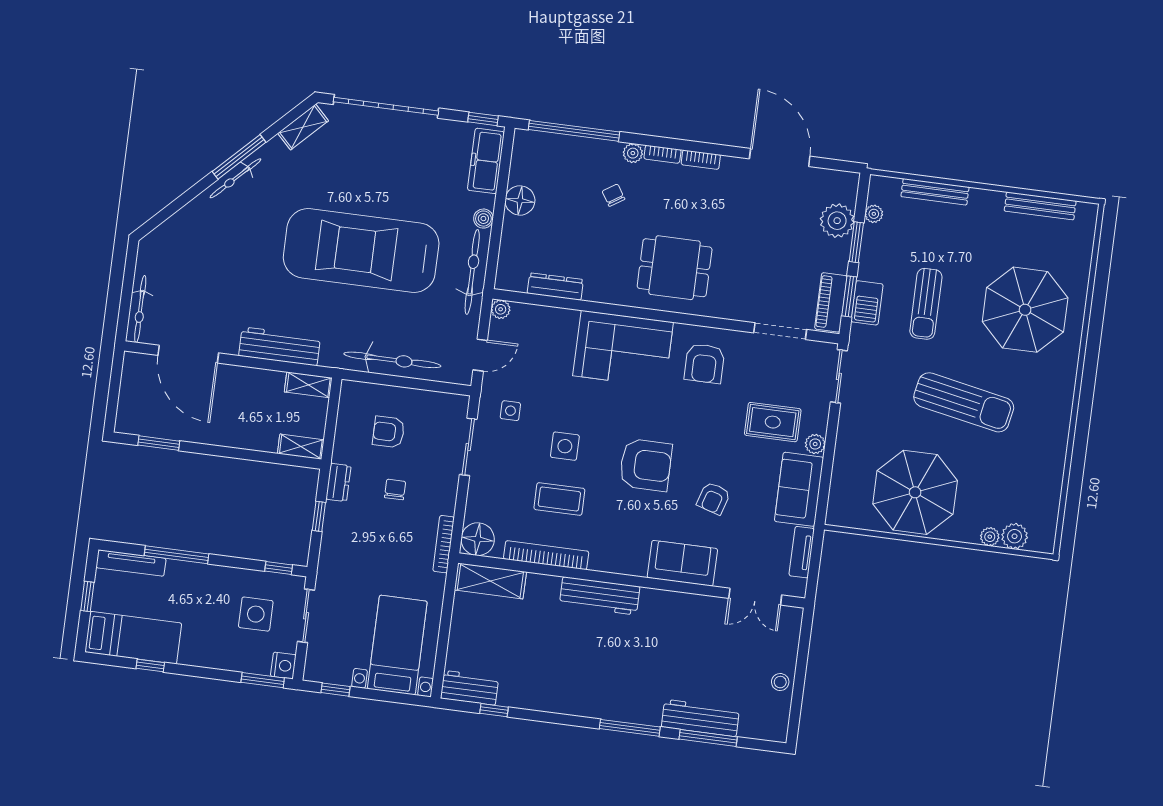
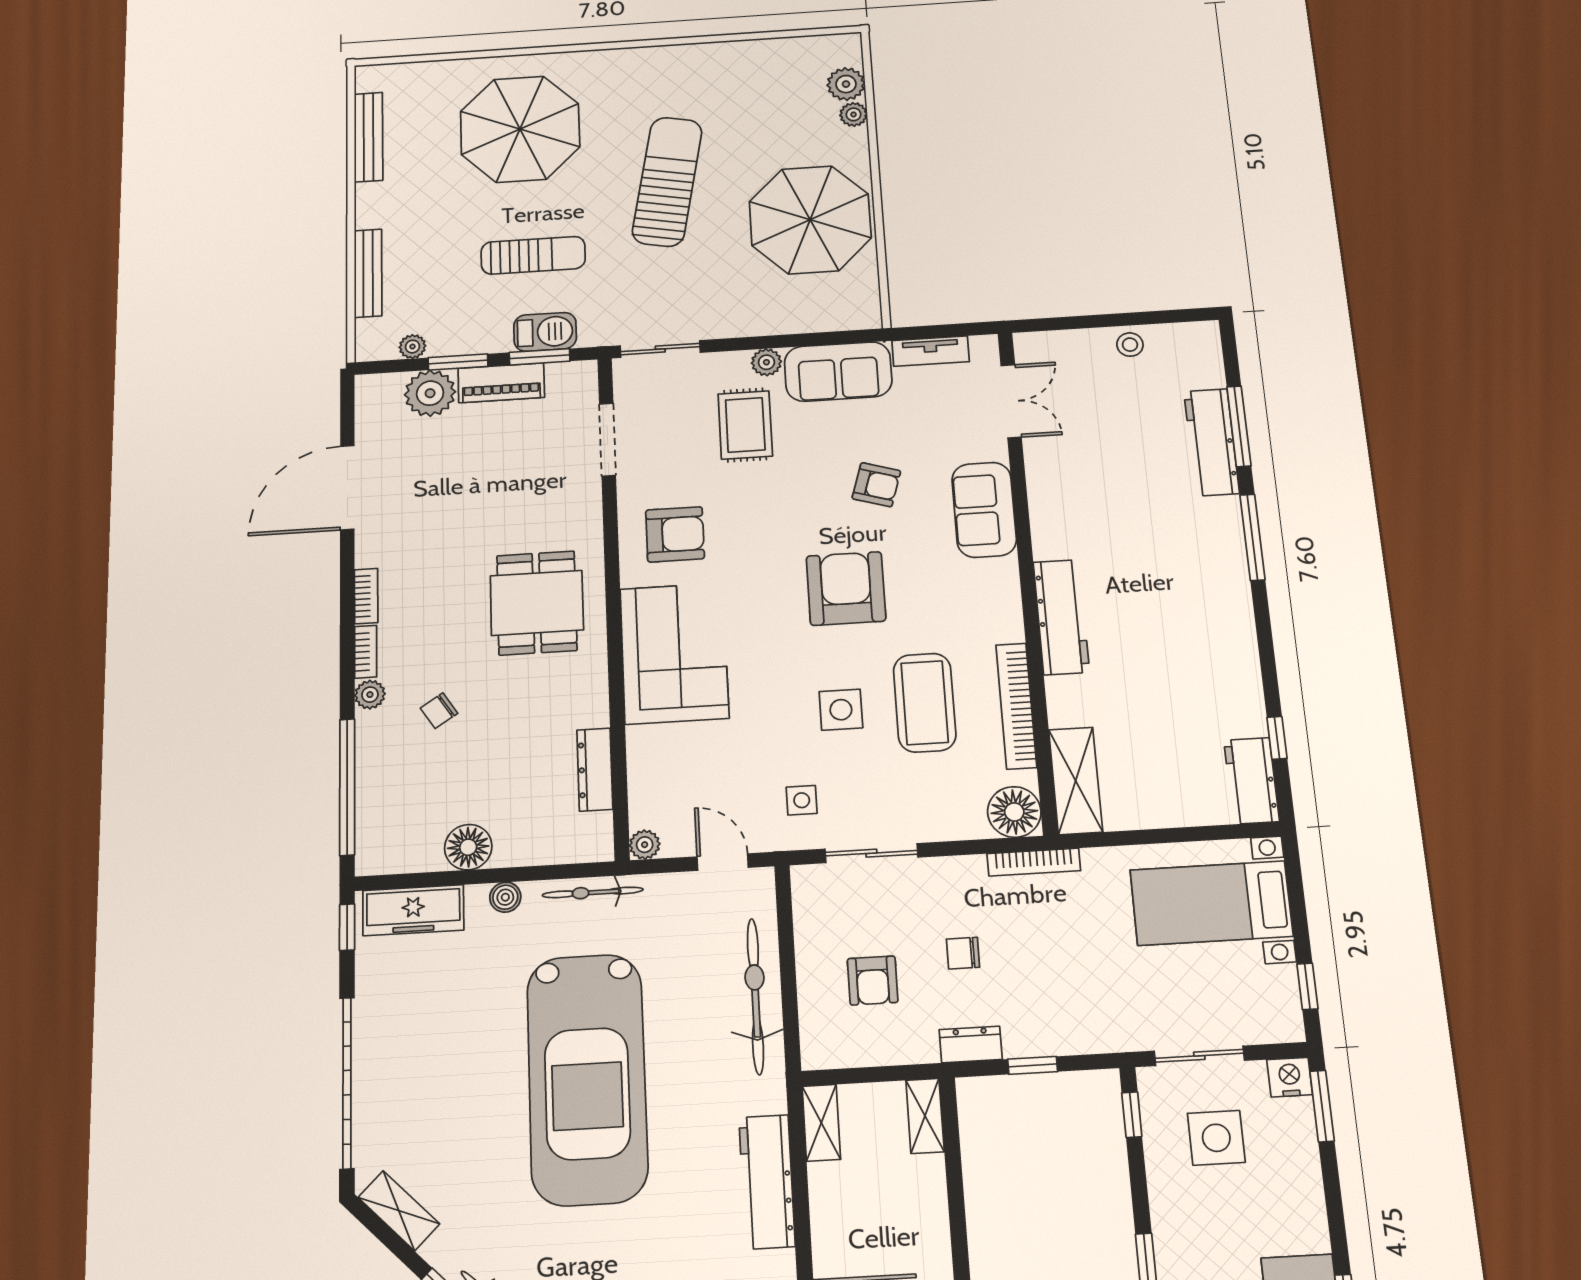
bicycle: (472, 272) -> (593, 892), width x0.73, depth x0.71
piano: (831, 302) -> (501, 383), moved
coffee table: (559, 499) -> (925, 703), width x1.36, depth x1.32

